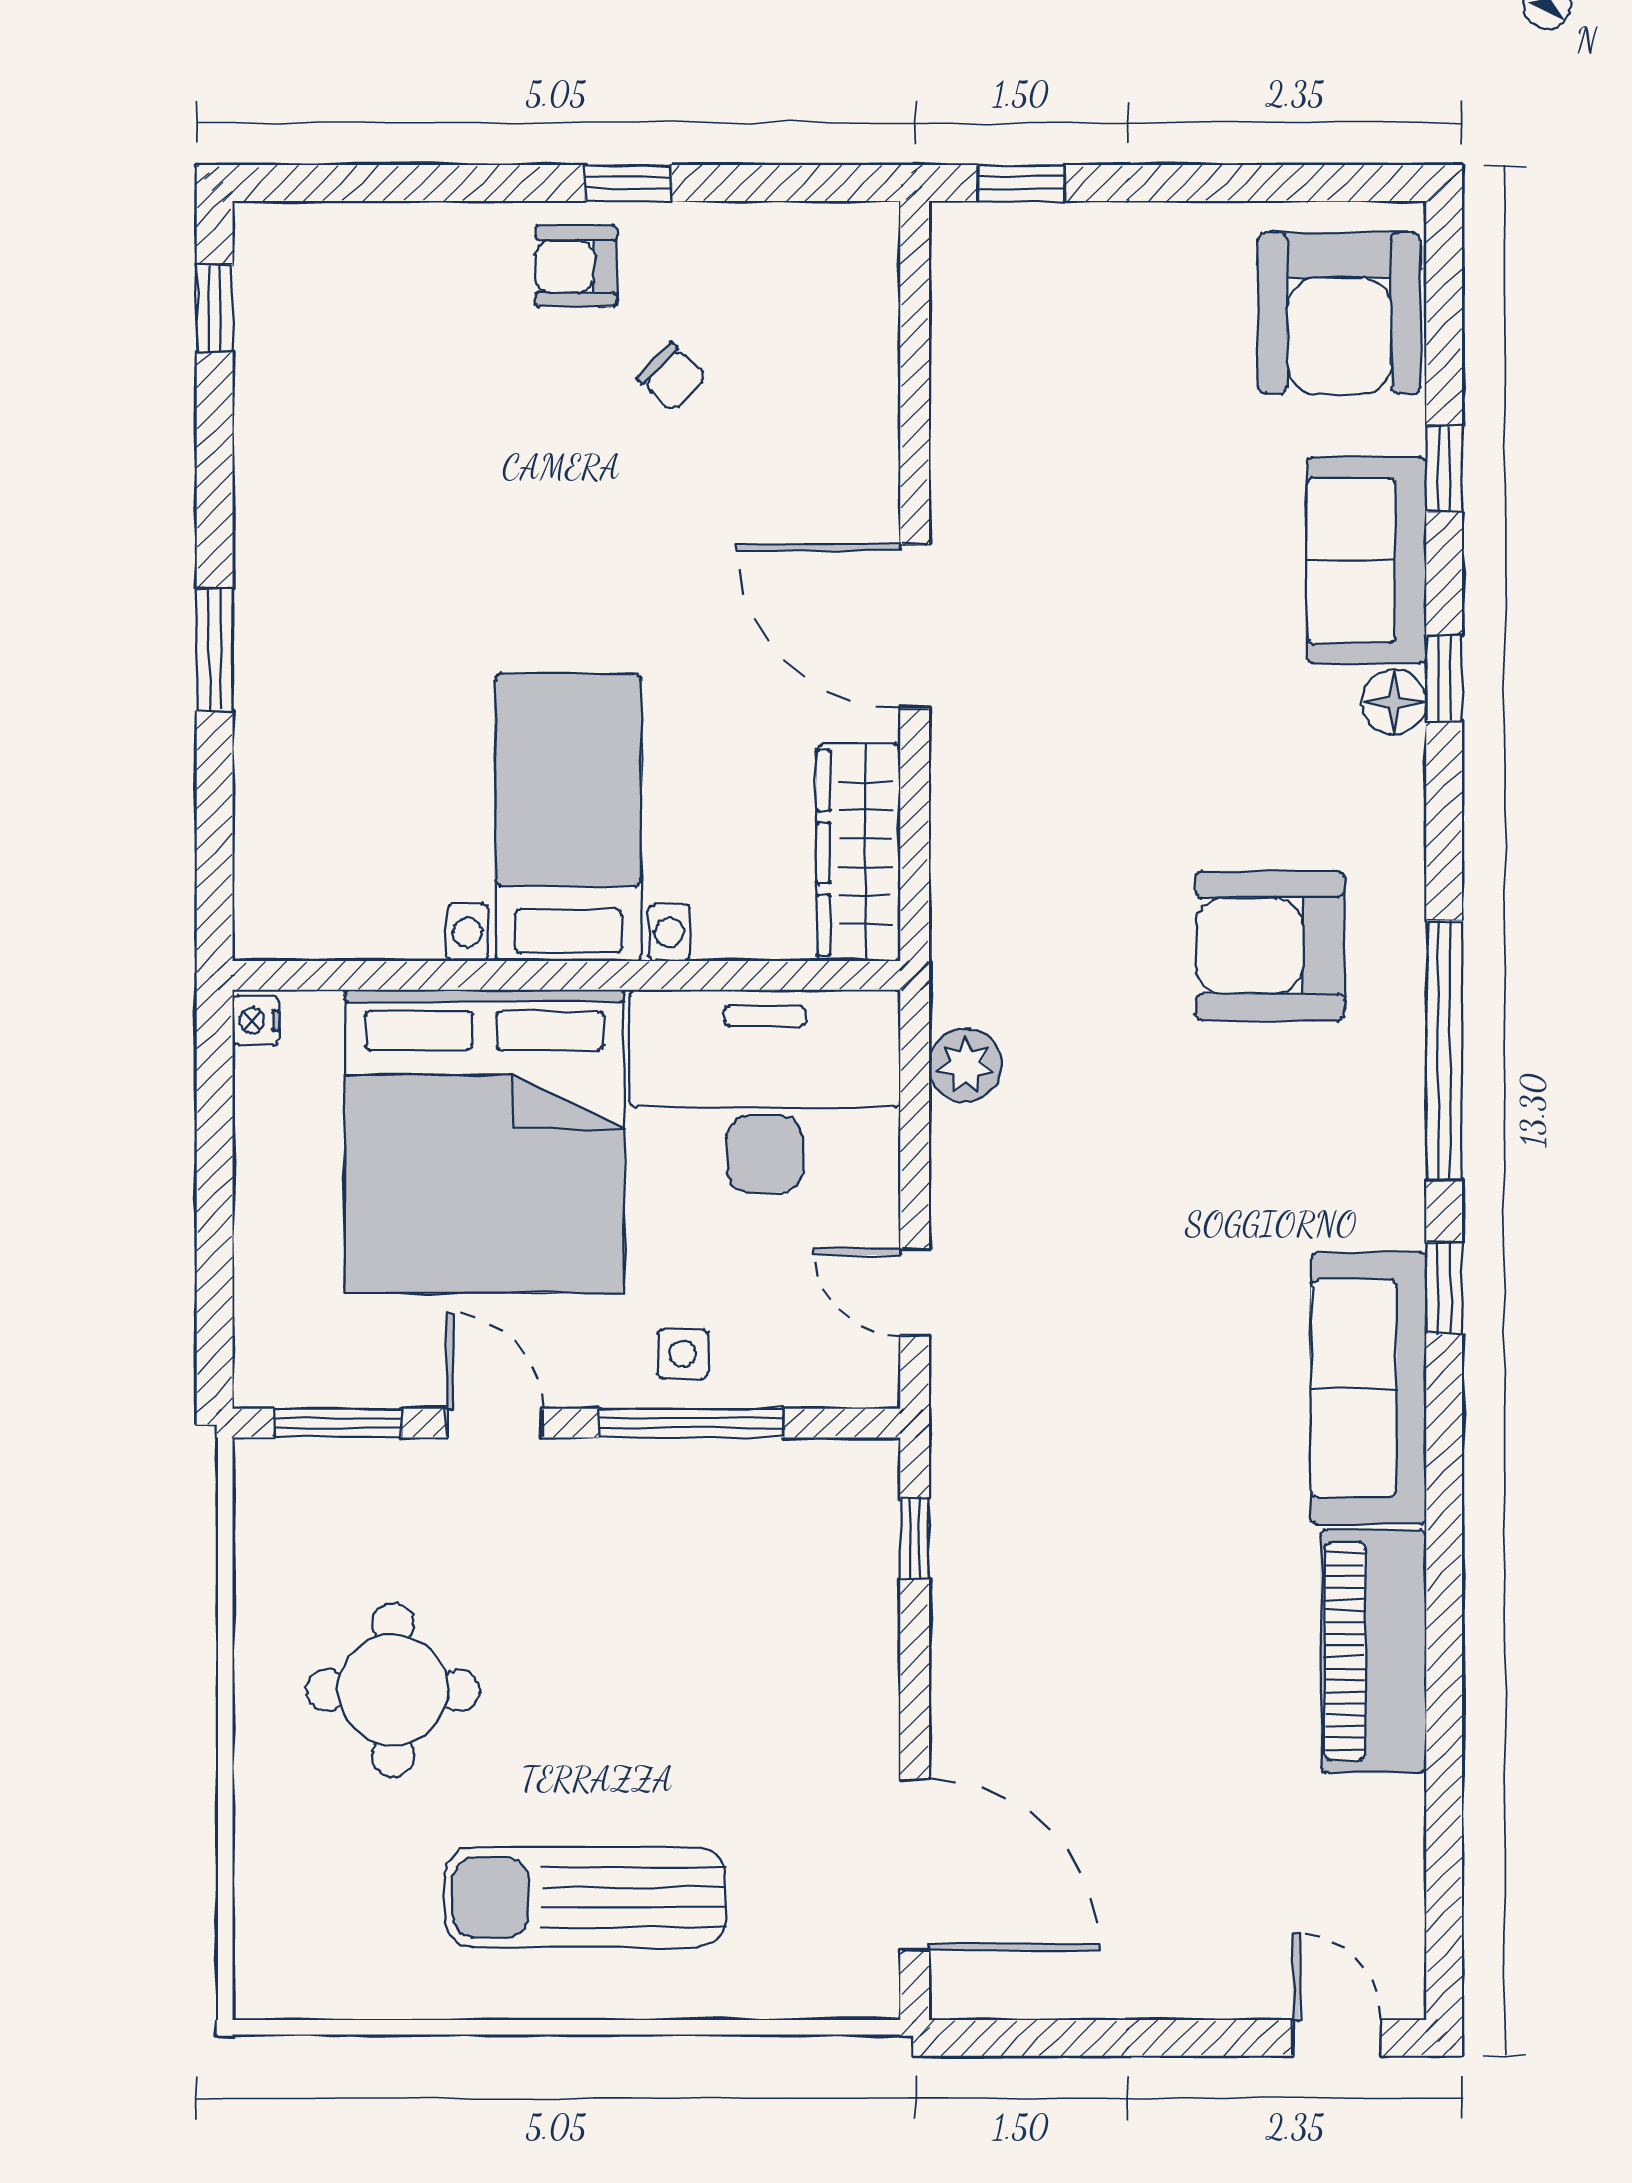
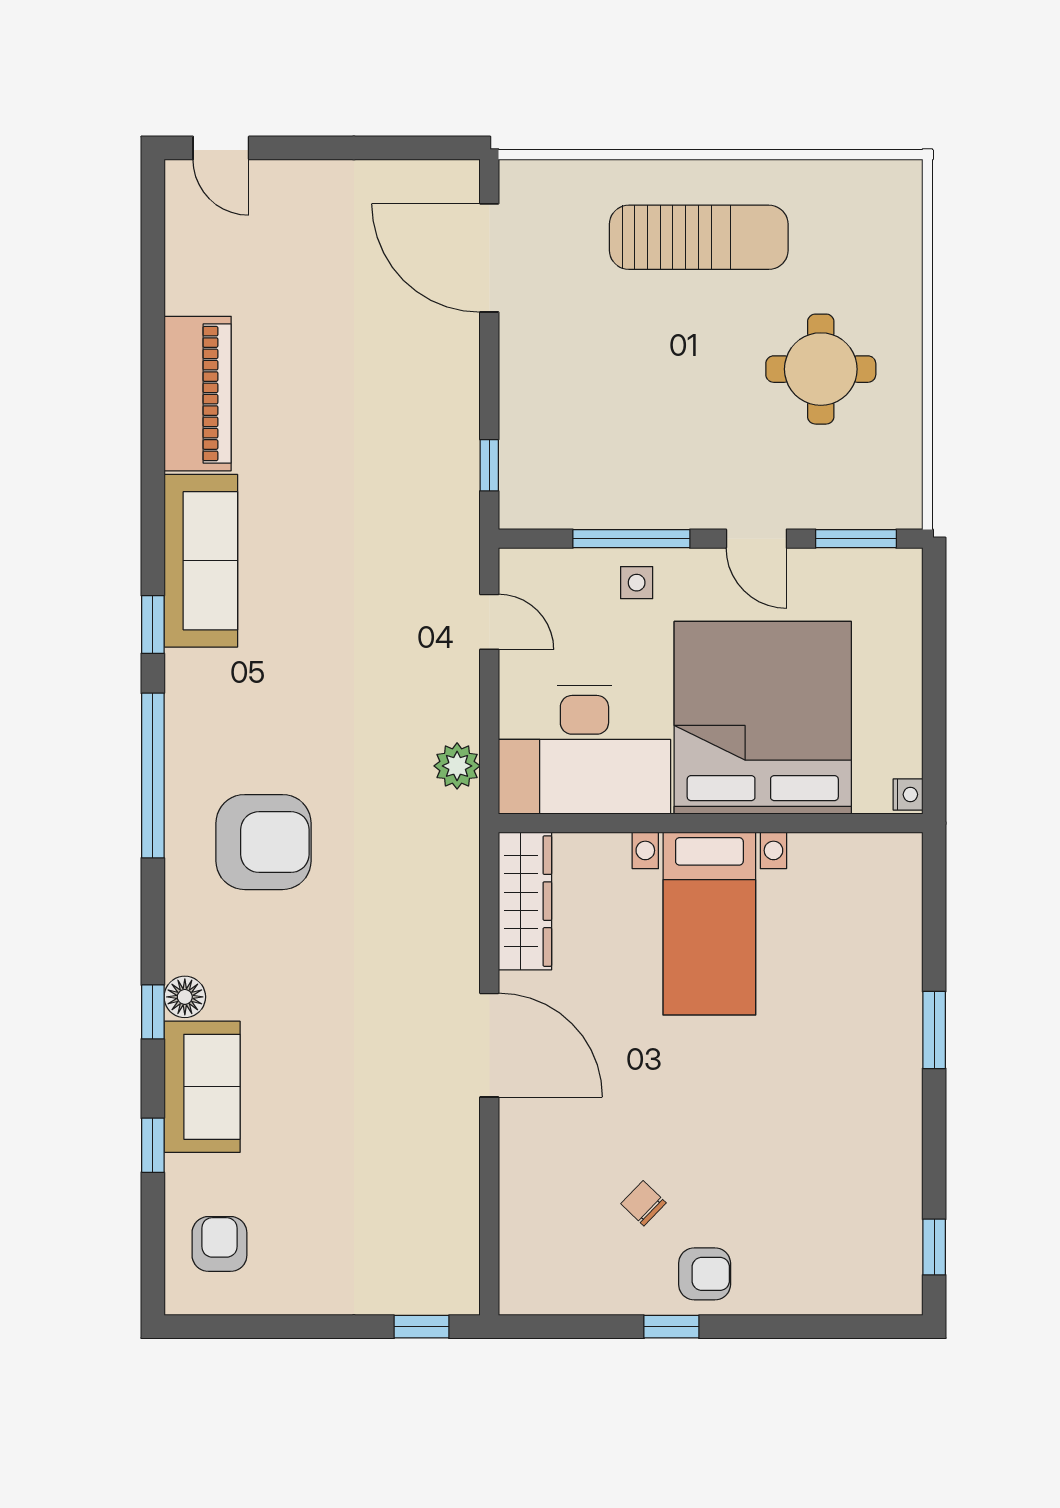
armchair: (1339, 313) -> (219, 1244), width x0.53, depth x0.53

